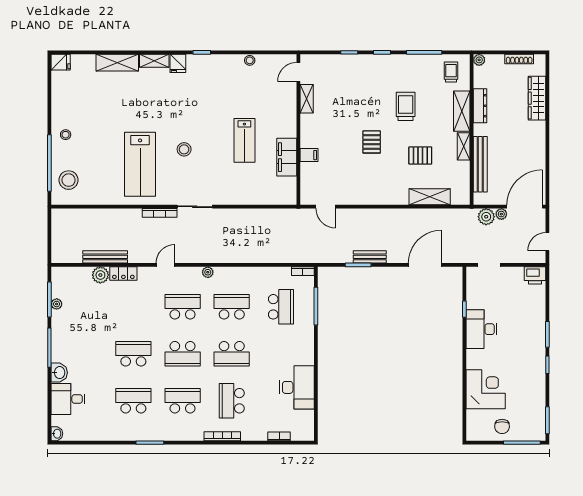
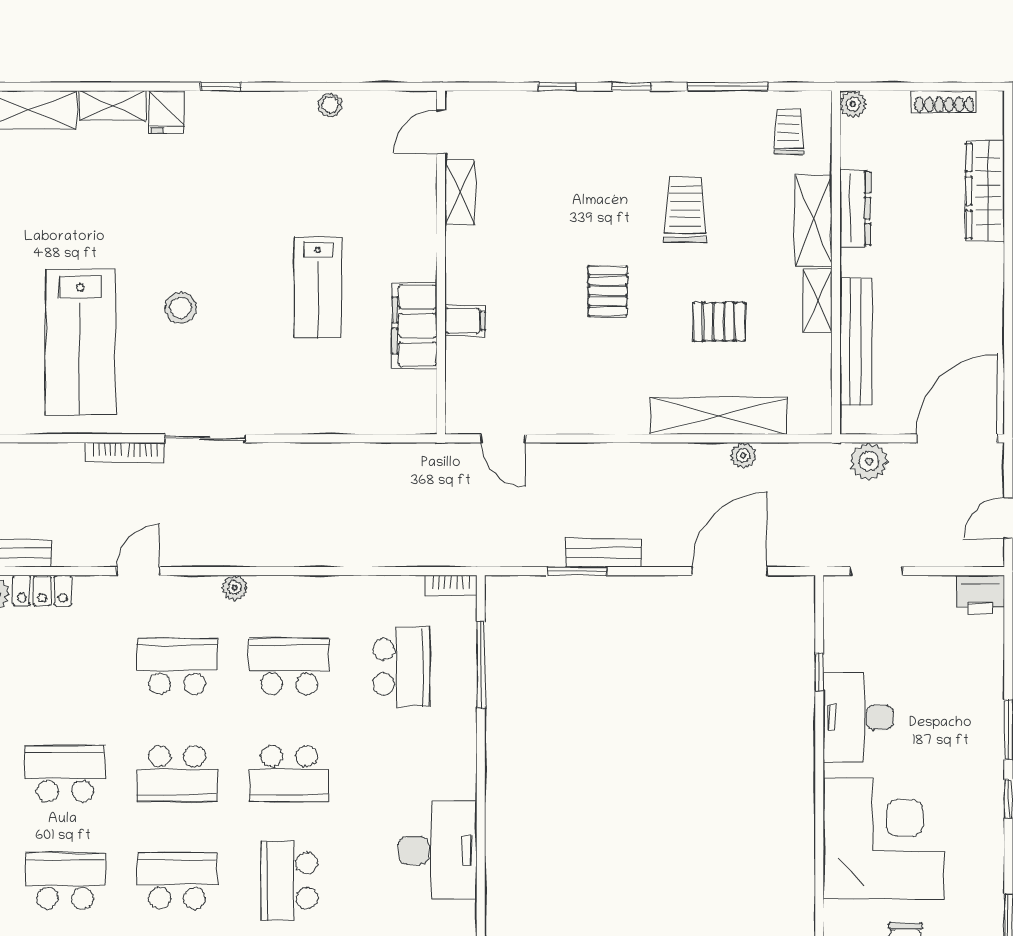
shelving: (430, 197) -> (719, 416), width x1.47
plant: (501, 214) -> (743, 455), moved
corner desk: (486, 389) -> (884, 838), width x1.36, depth x1.36

